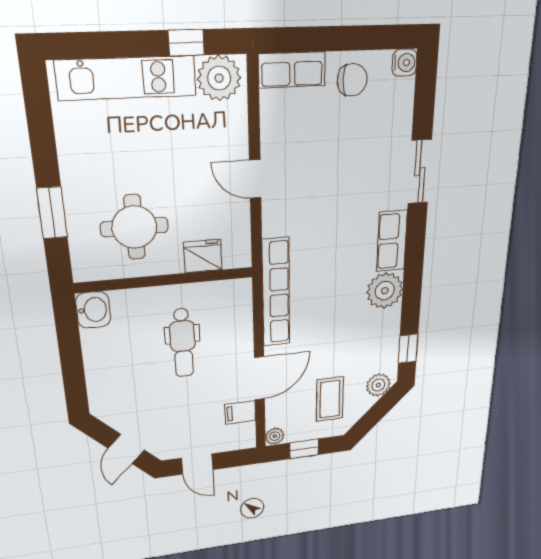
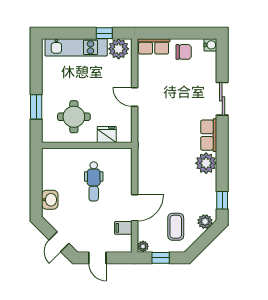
row of seats: (276, 293) -> (145, 158), removed
washbasin: (93, 310) -> (50, 200), moved

